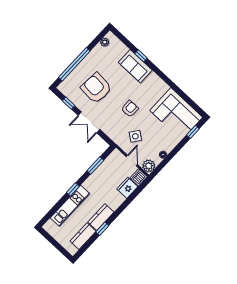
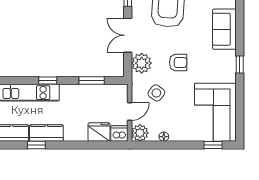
window: (141, 56) -> (240, 64), moved
plant: (111, 129) -> (142, 63), added

